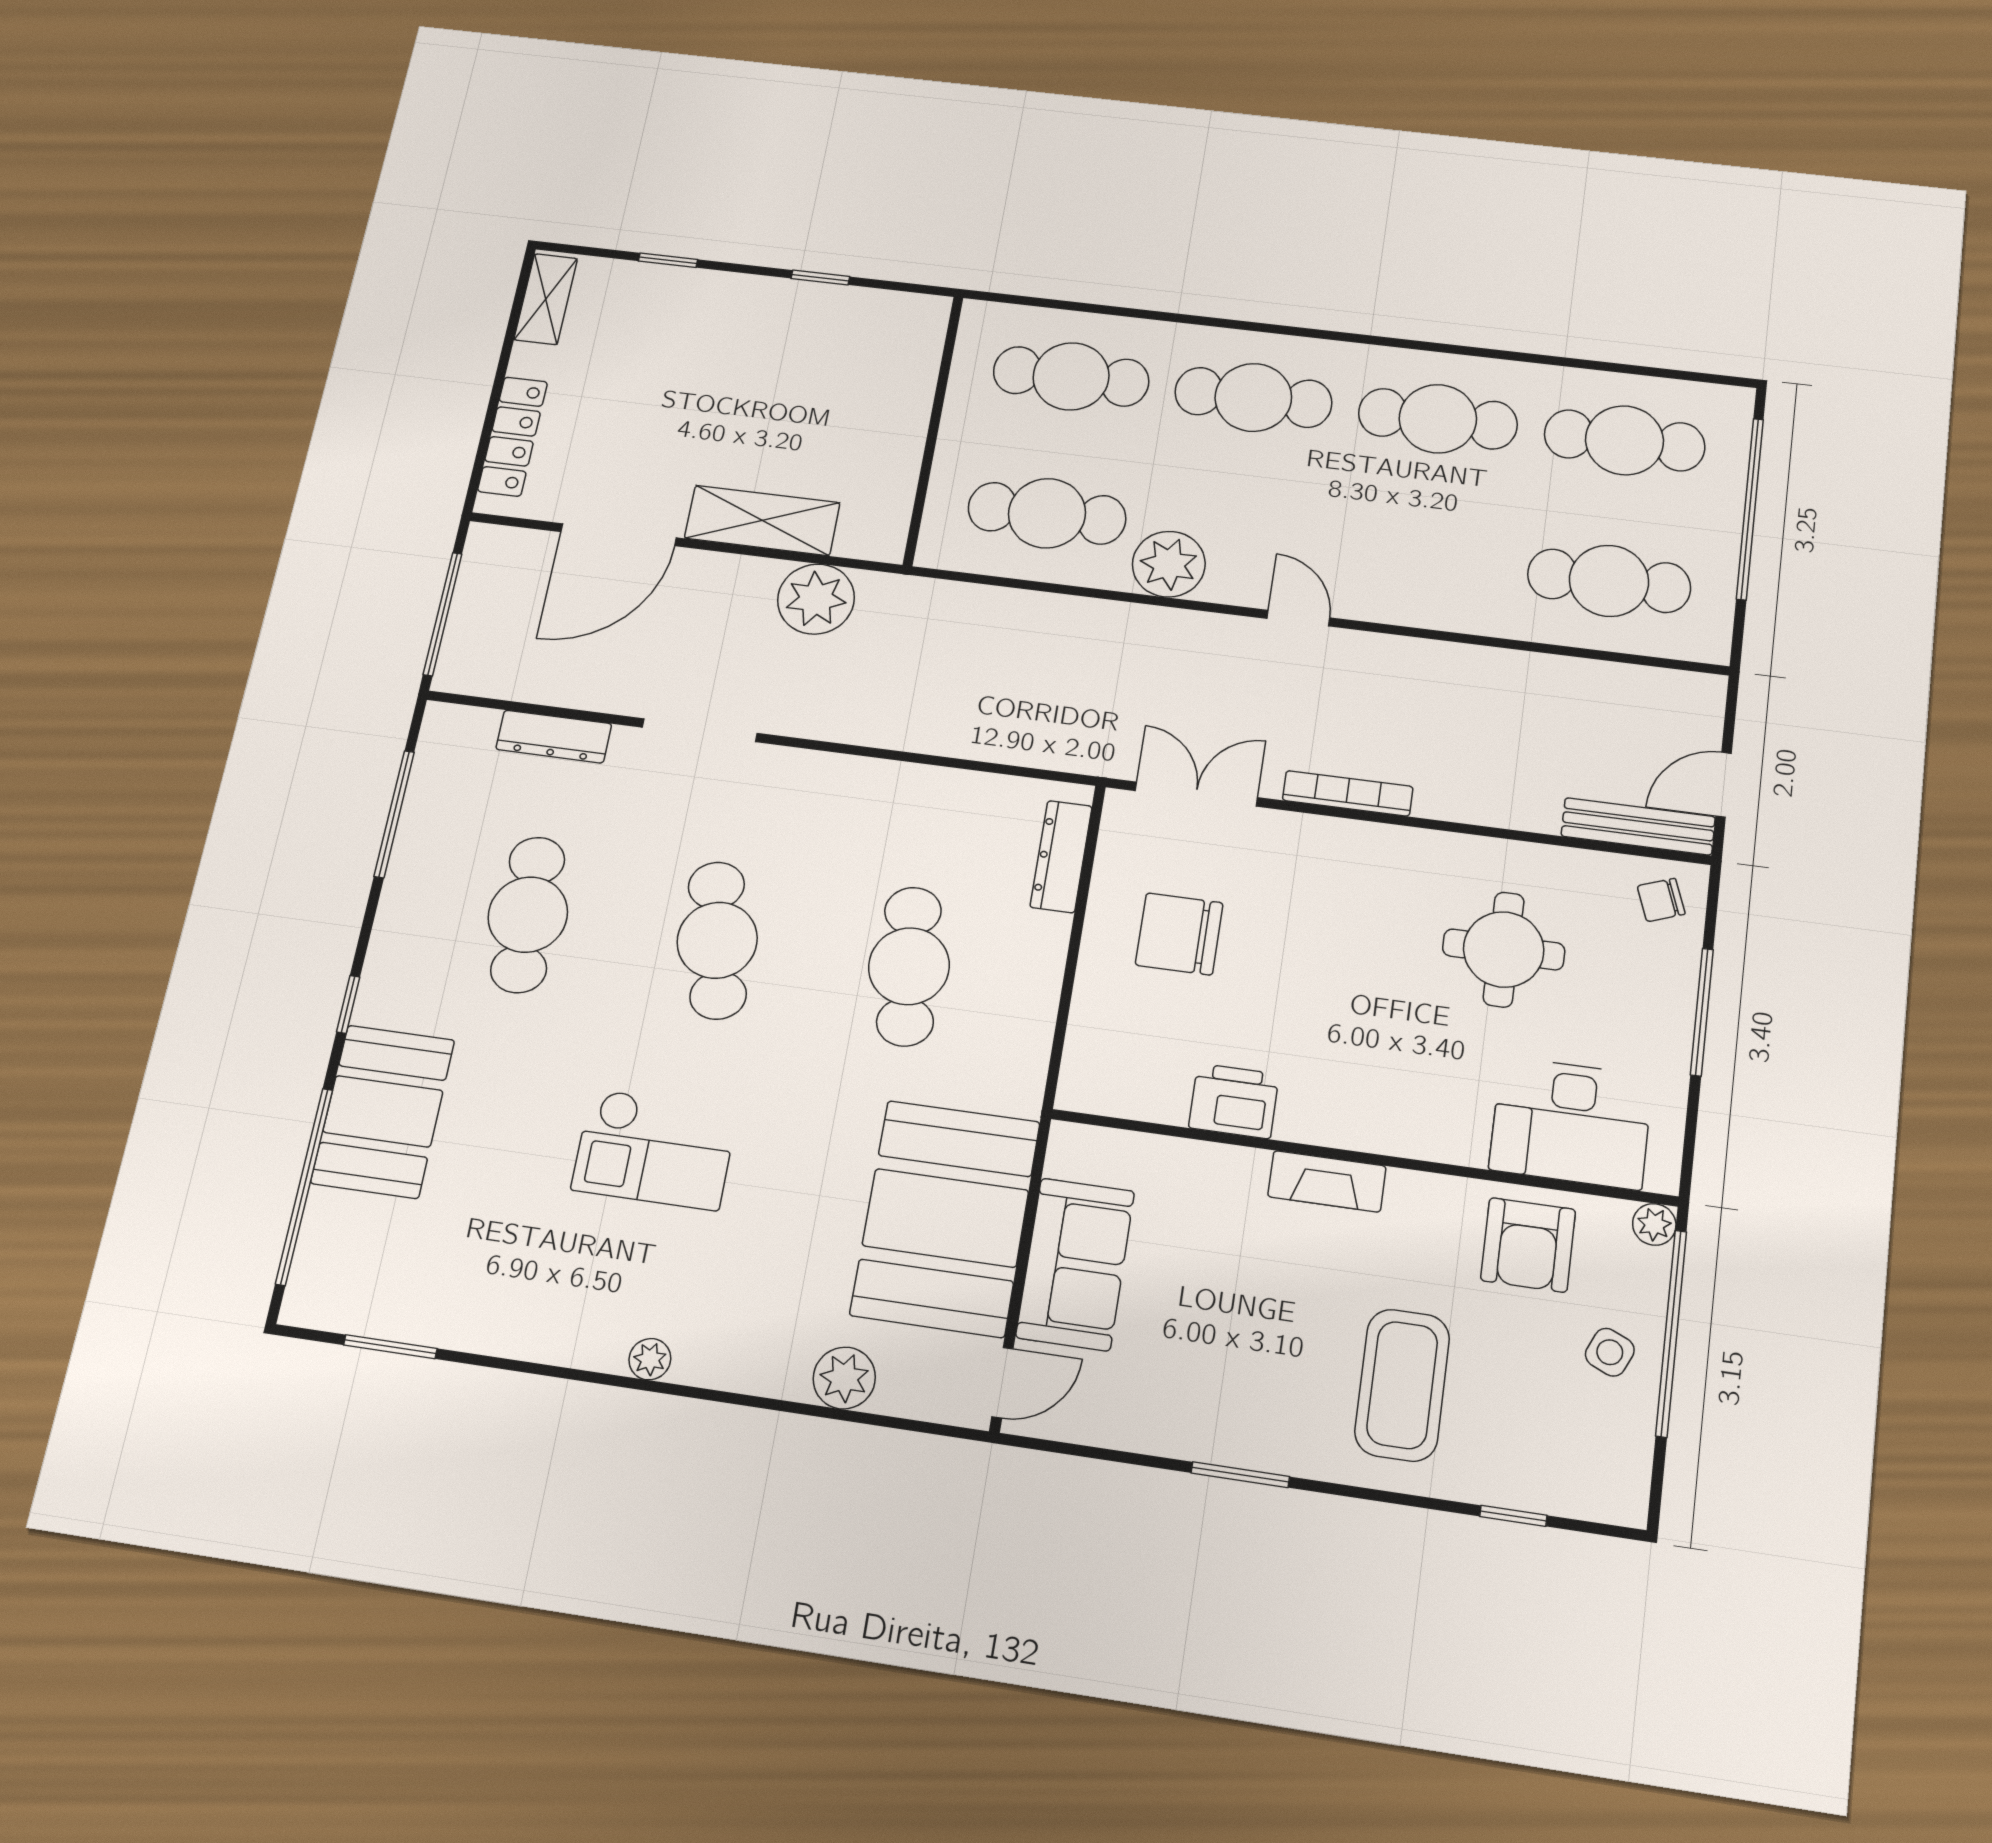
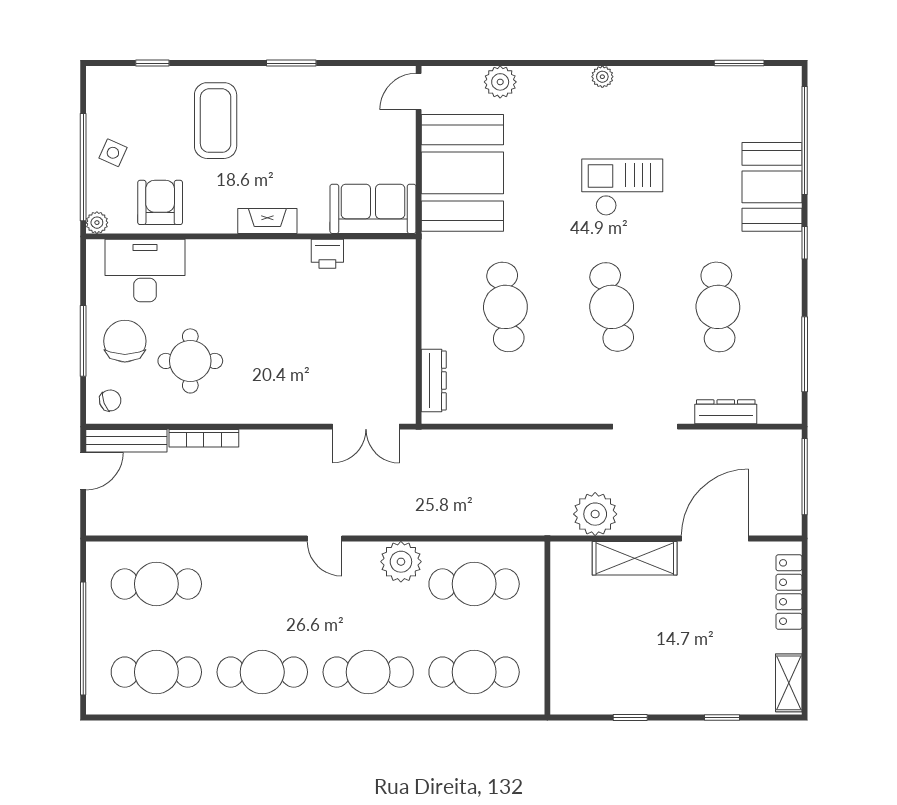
bookcase: (1348, 793) -> (204, 438), moved
chair: (1179, 934) -> (125, 341), moved, turned -90
printer: (1234, 1101) -> (327, 254), width x0.73, depth x0.81
sofa: (1075, 1264) -> (373, 209), moved, turned 90

